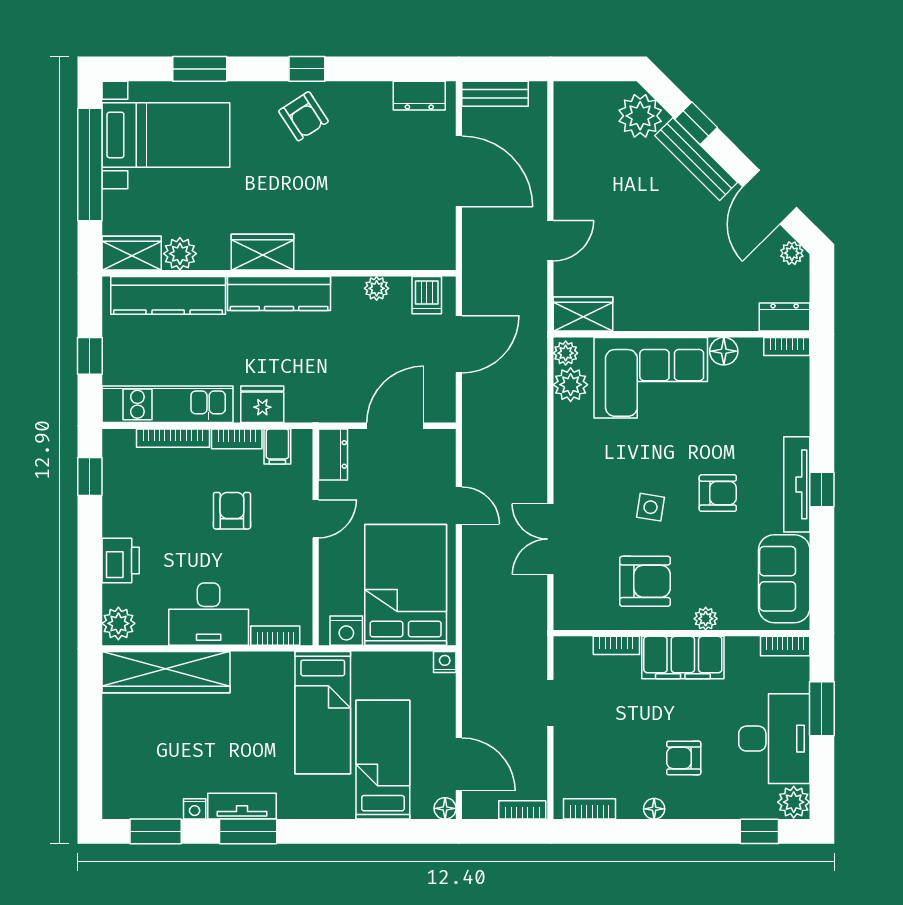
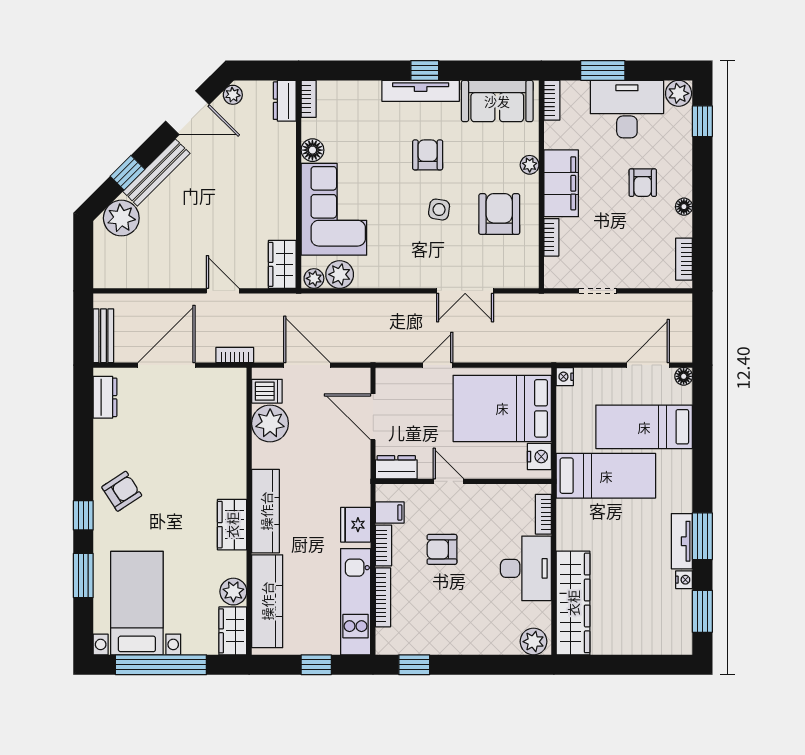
window: (307, 69) -> (83, 515), moved
plant: (377, 288) -> (270, 423), width x1.88, depth x1.88
printer: (121, 561) -> (482, 640), removed
bookcase: (522, 810) -> (235, 355), moved, turned 90

